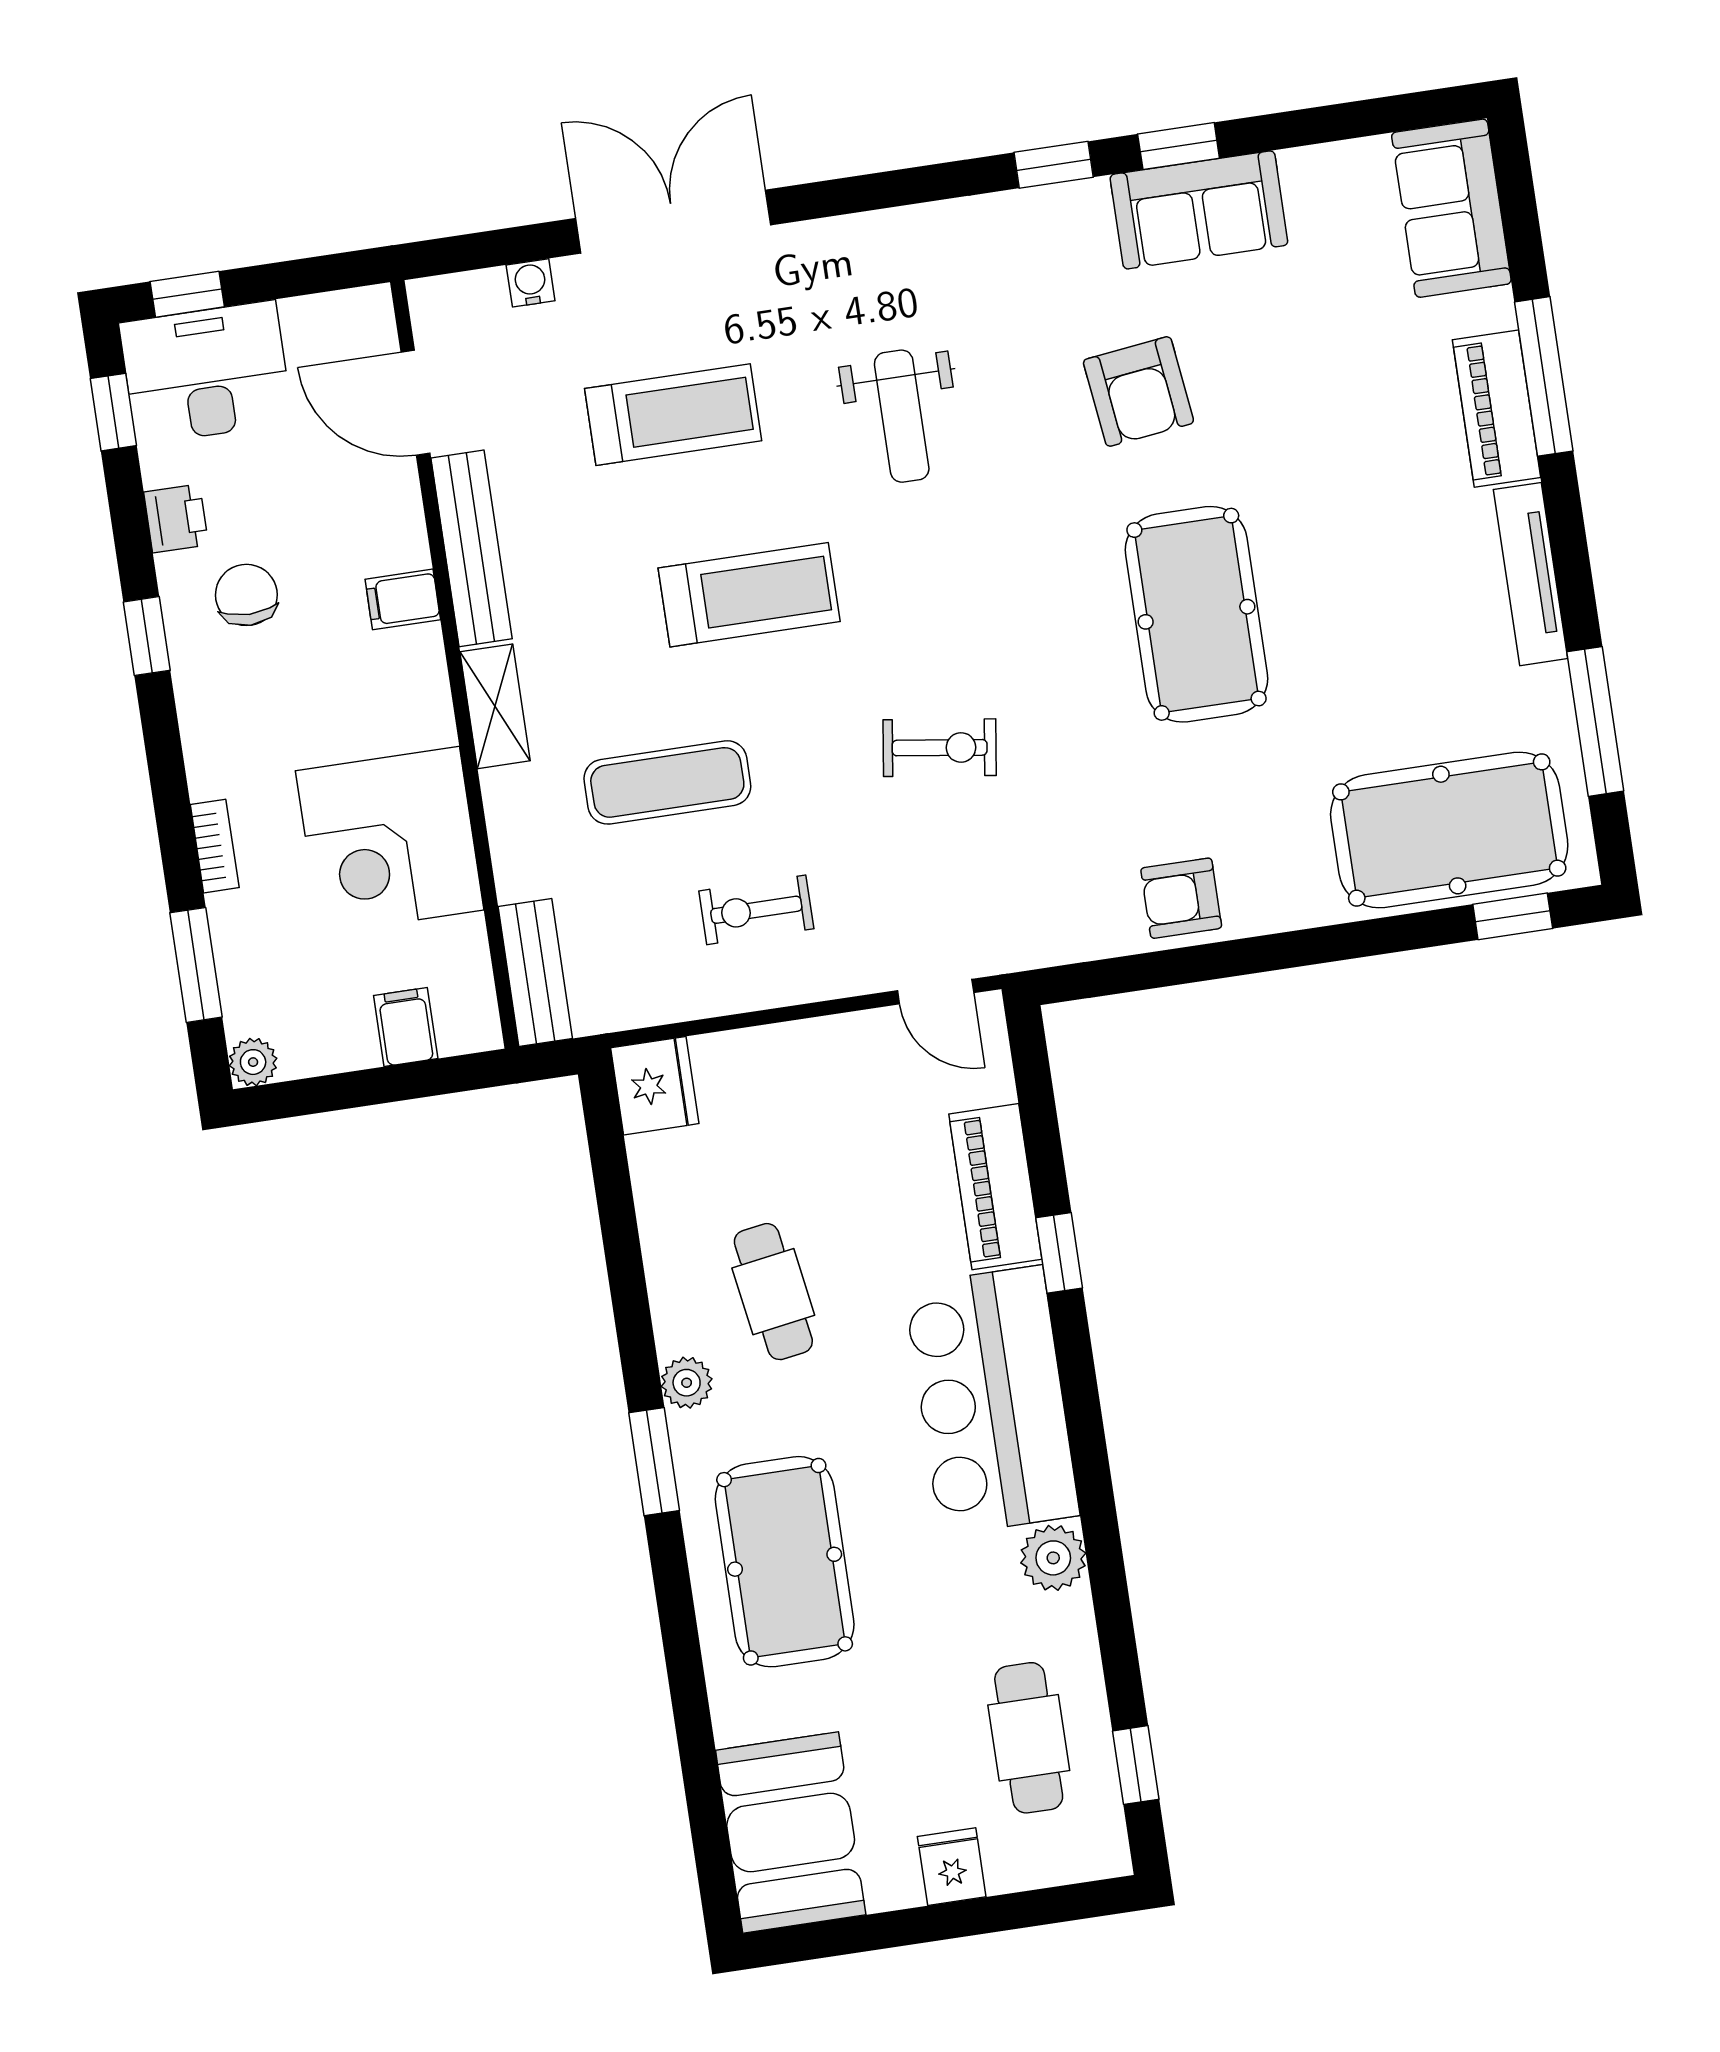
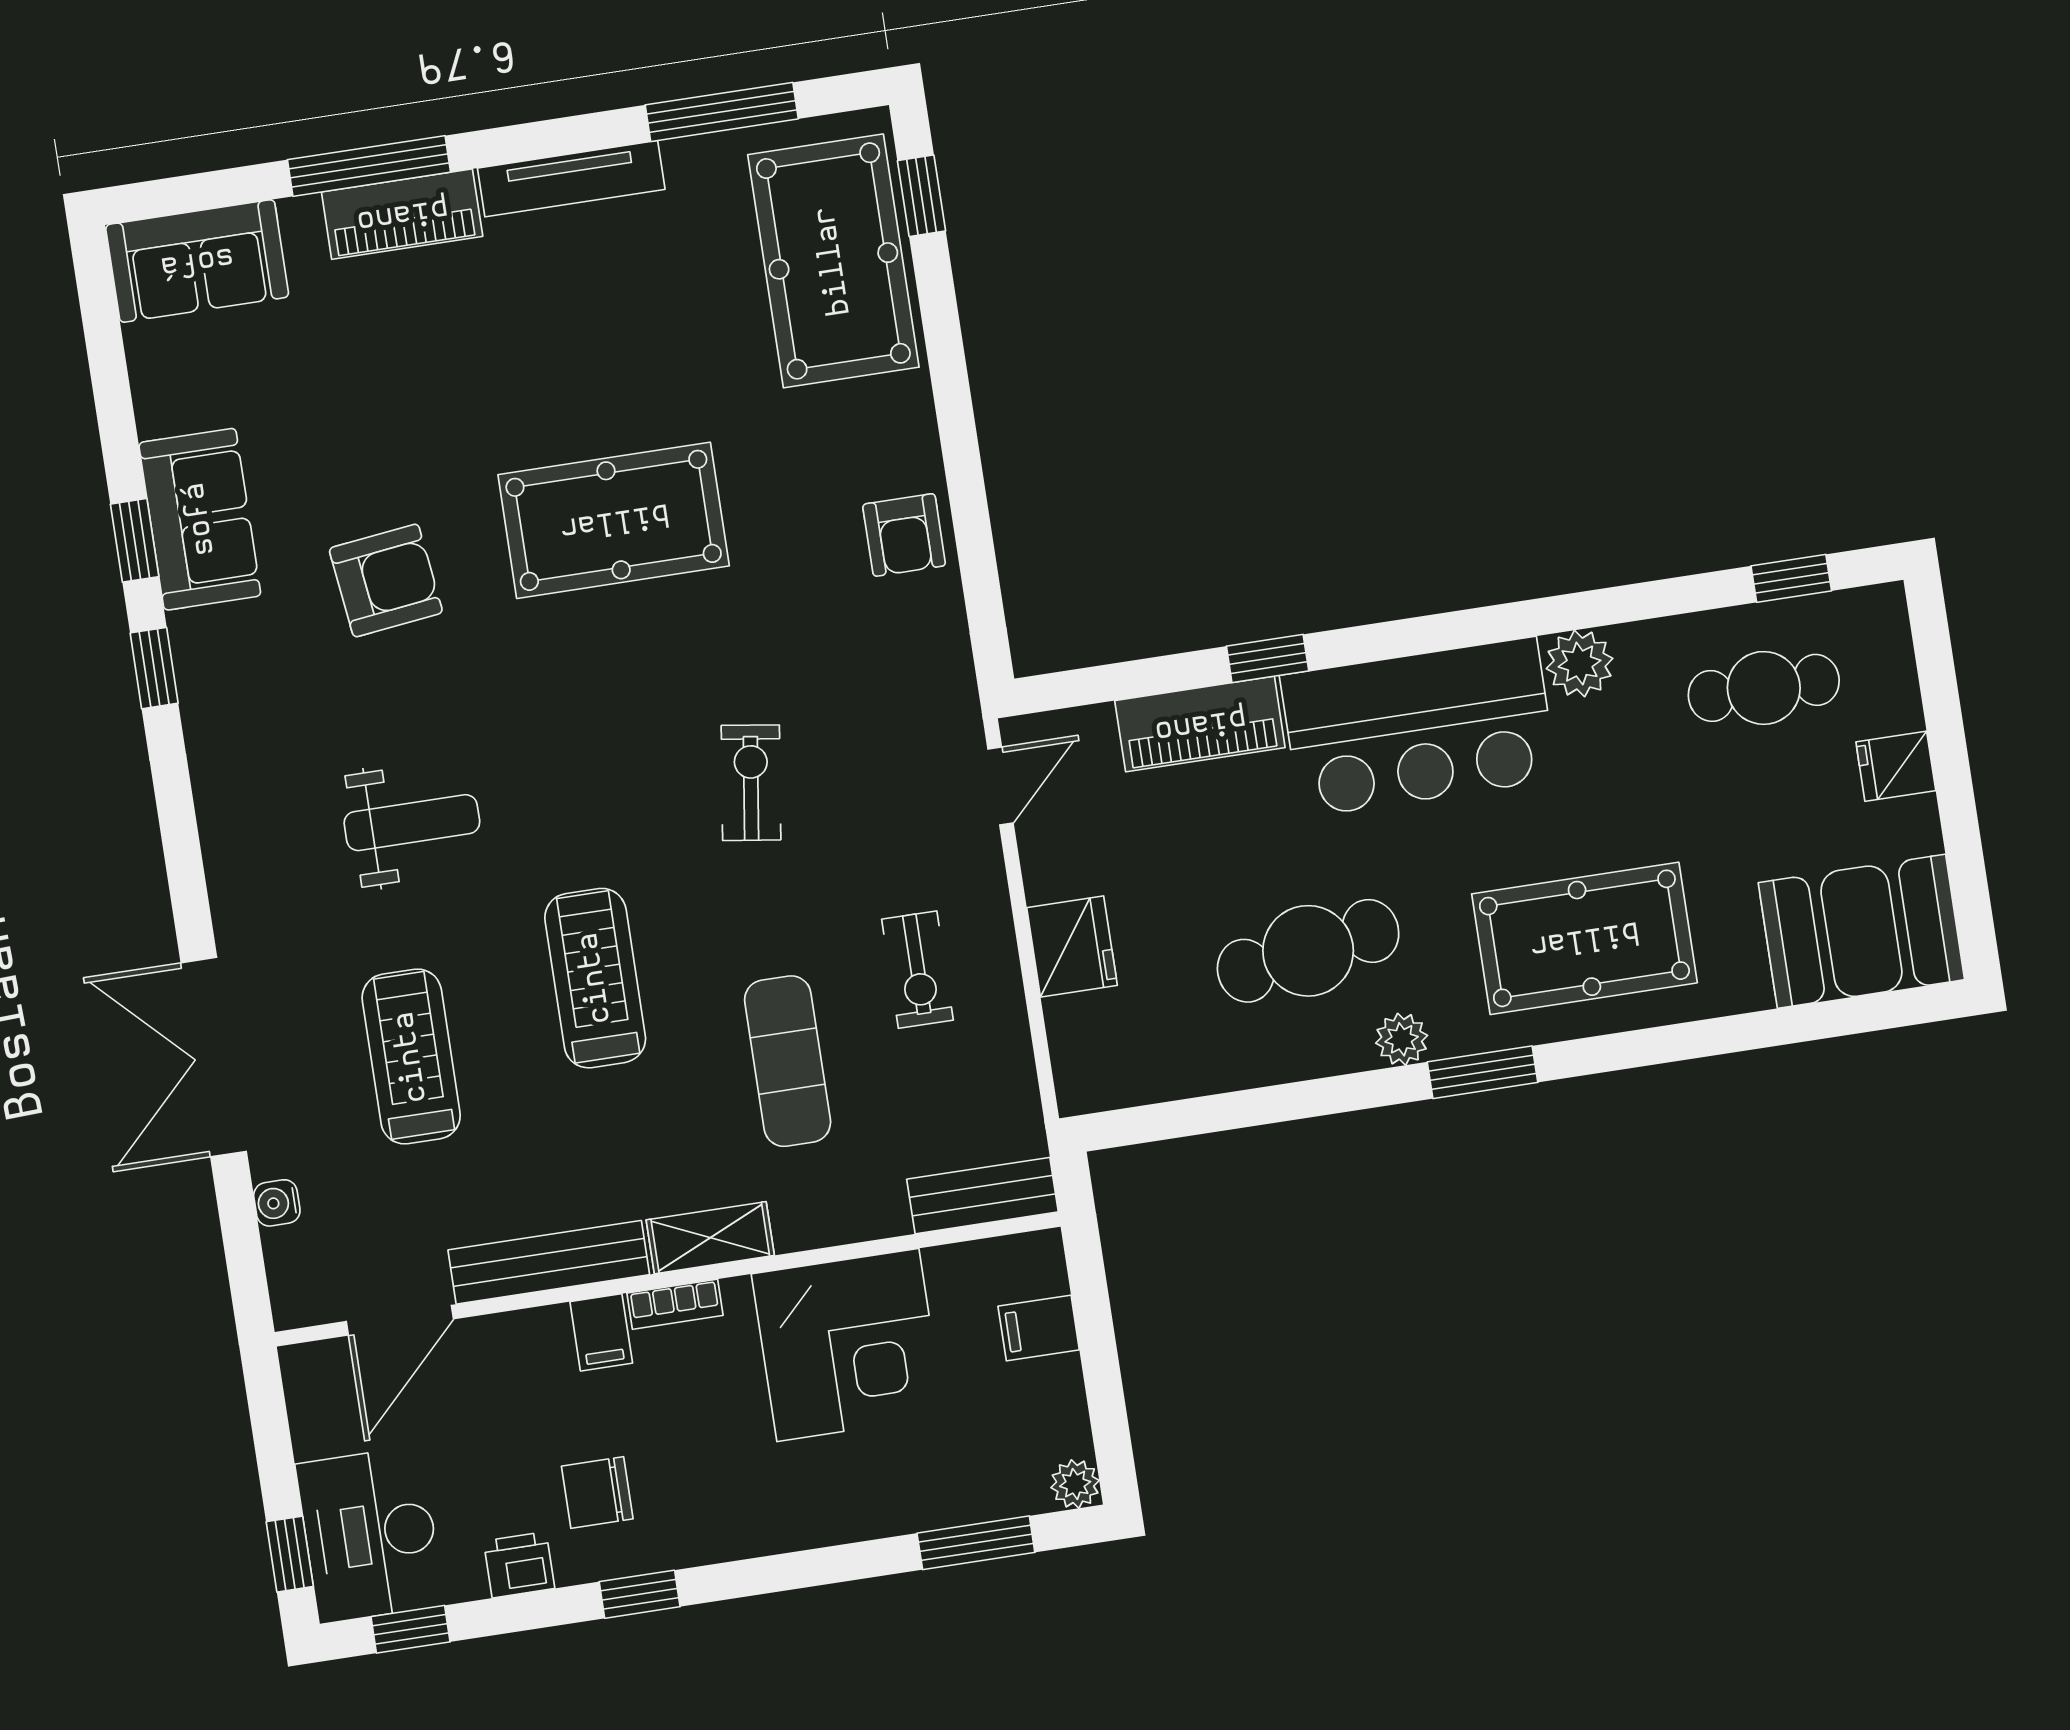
bookcase: (215, 846) -> (675, 1304), moved, turned 180
fridge: (655, 1086) -> (1072, 946), moved, turned 90
cafe table: (773, 1292) -> (1308, 951), width x1.37, depth x1.35

